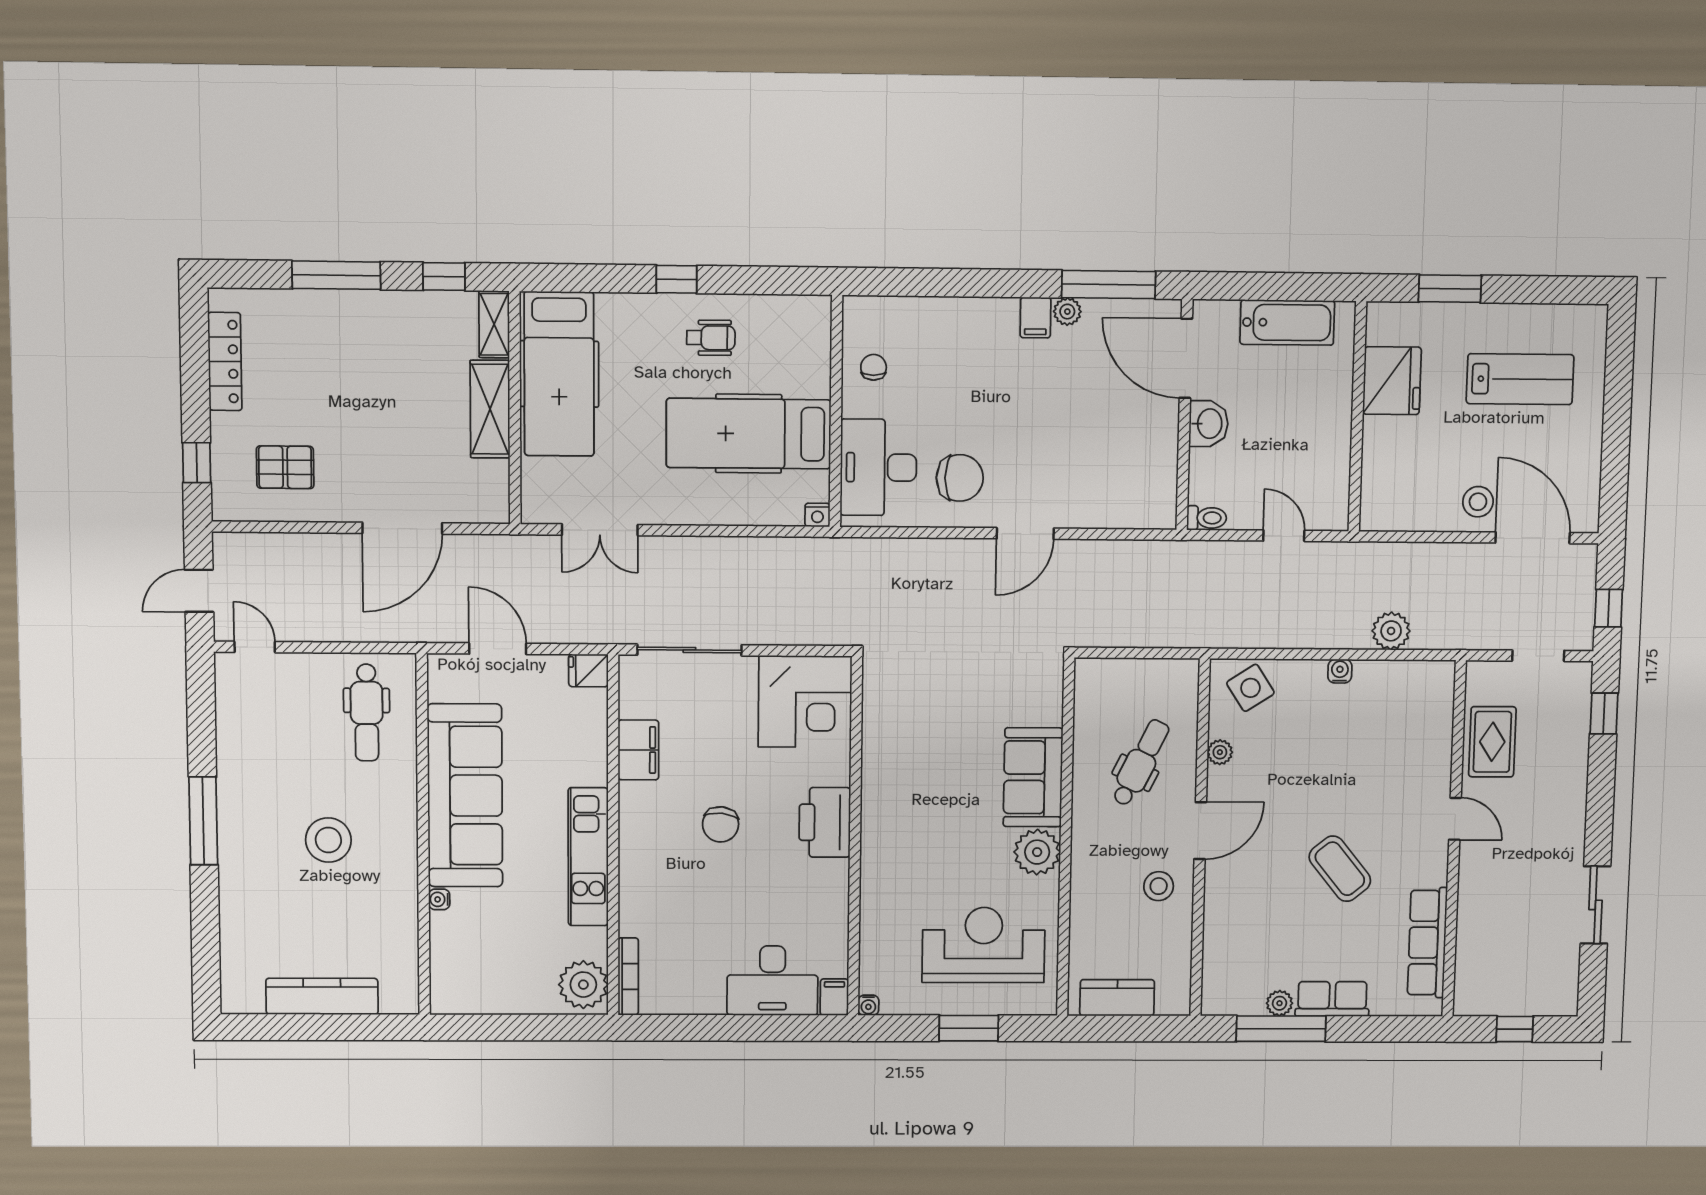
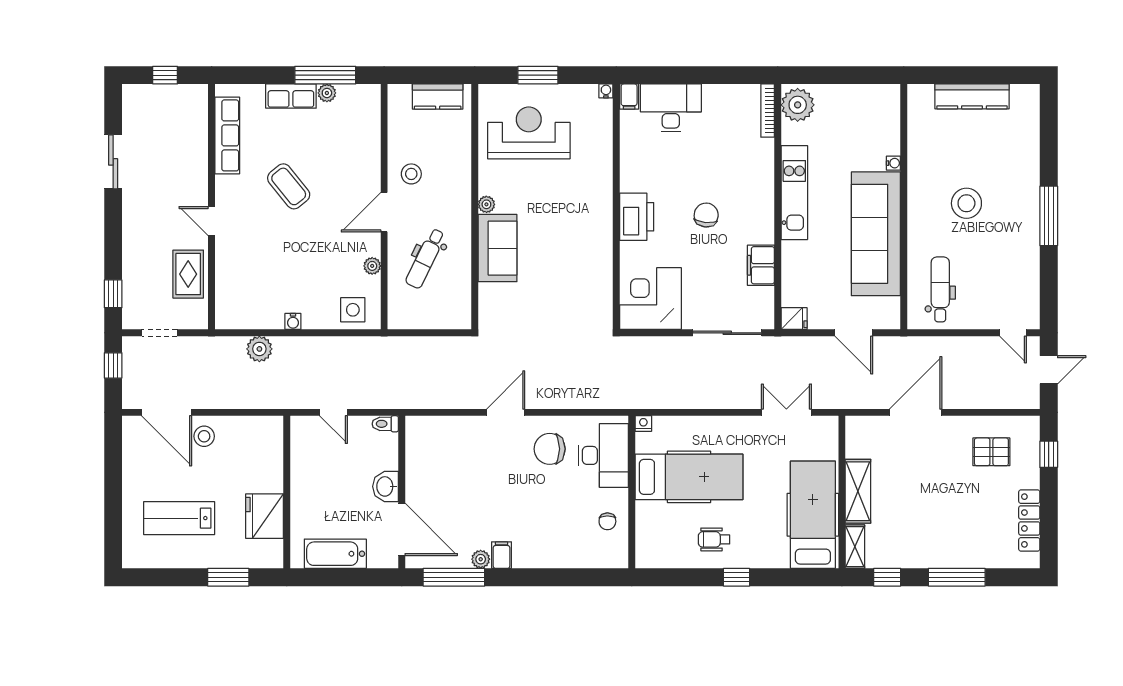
side table: (1250, 688) -> (353, 310), turned 33
plant: (1037, 852) -> (486, 204), width x0.53, depth x0.53
reception desk: (984, 945) -> (529, 133), turned 180

